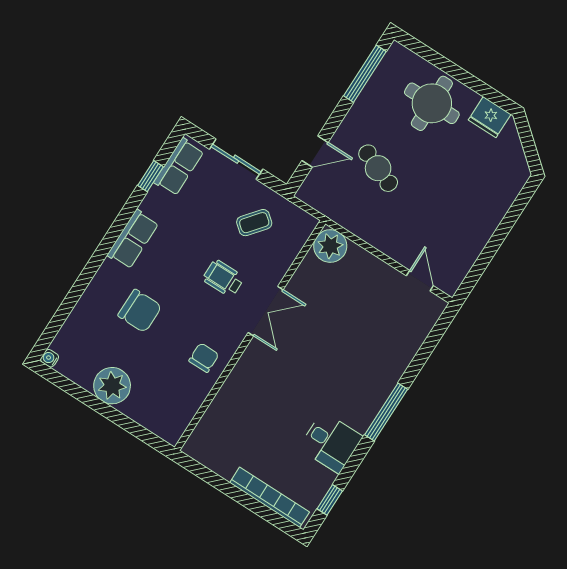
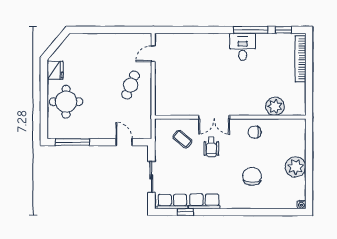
cafe table: (378, 168) -> (131, 85), moved
coffee table: (254, 223) -> (182, 139), moved
row of seats: (133, 239) -> (204, 201), moved
plant: (330, 246) -> (275, 106), moved
double door: (266, 311) -> (214, 117), swing flipped
window: (386, 412) -> (251, 30), moved
desk: (331, 442) -> (243, 47), moved

